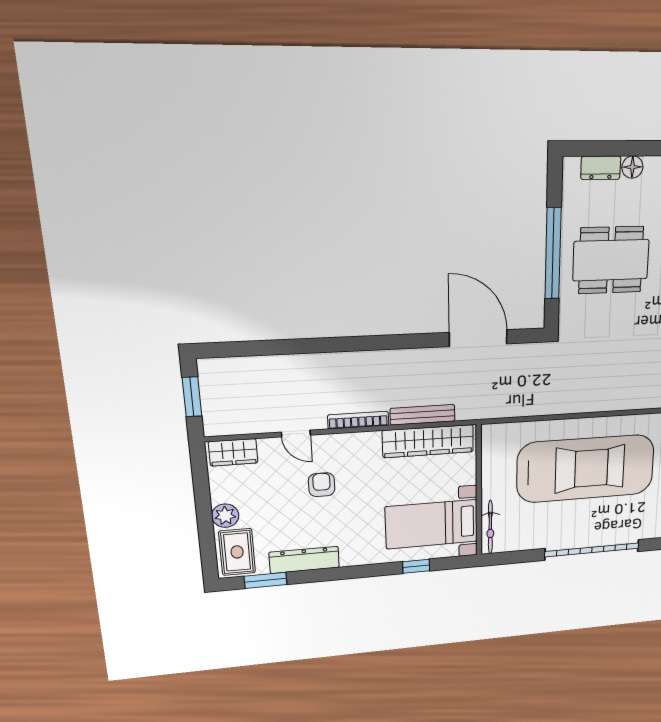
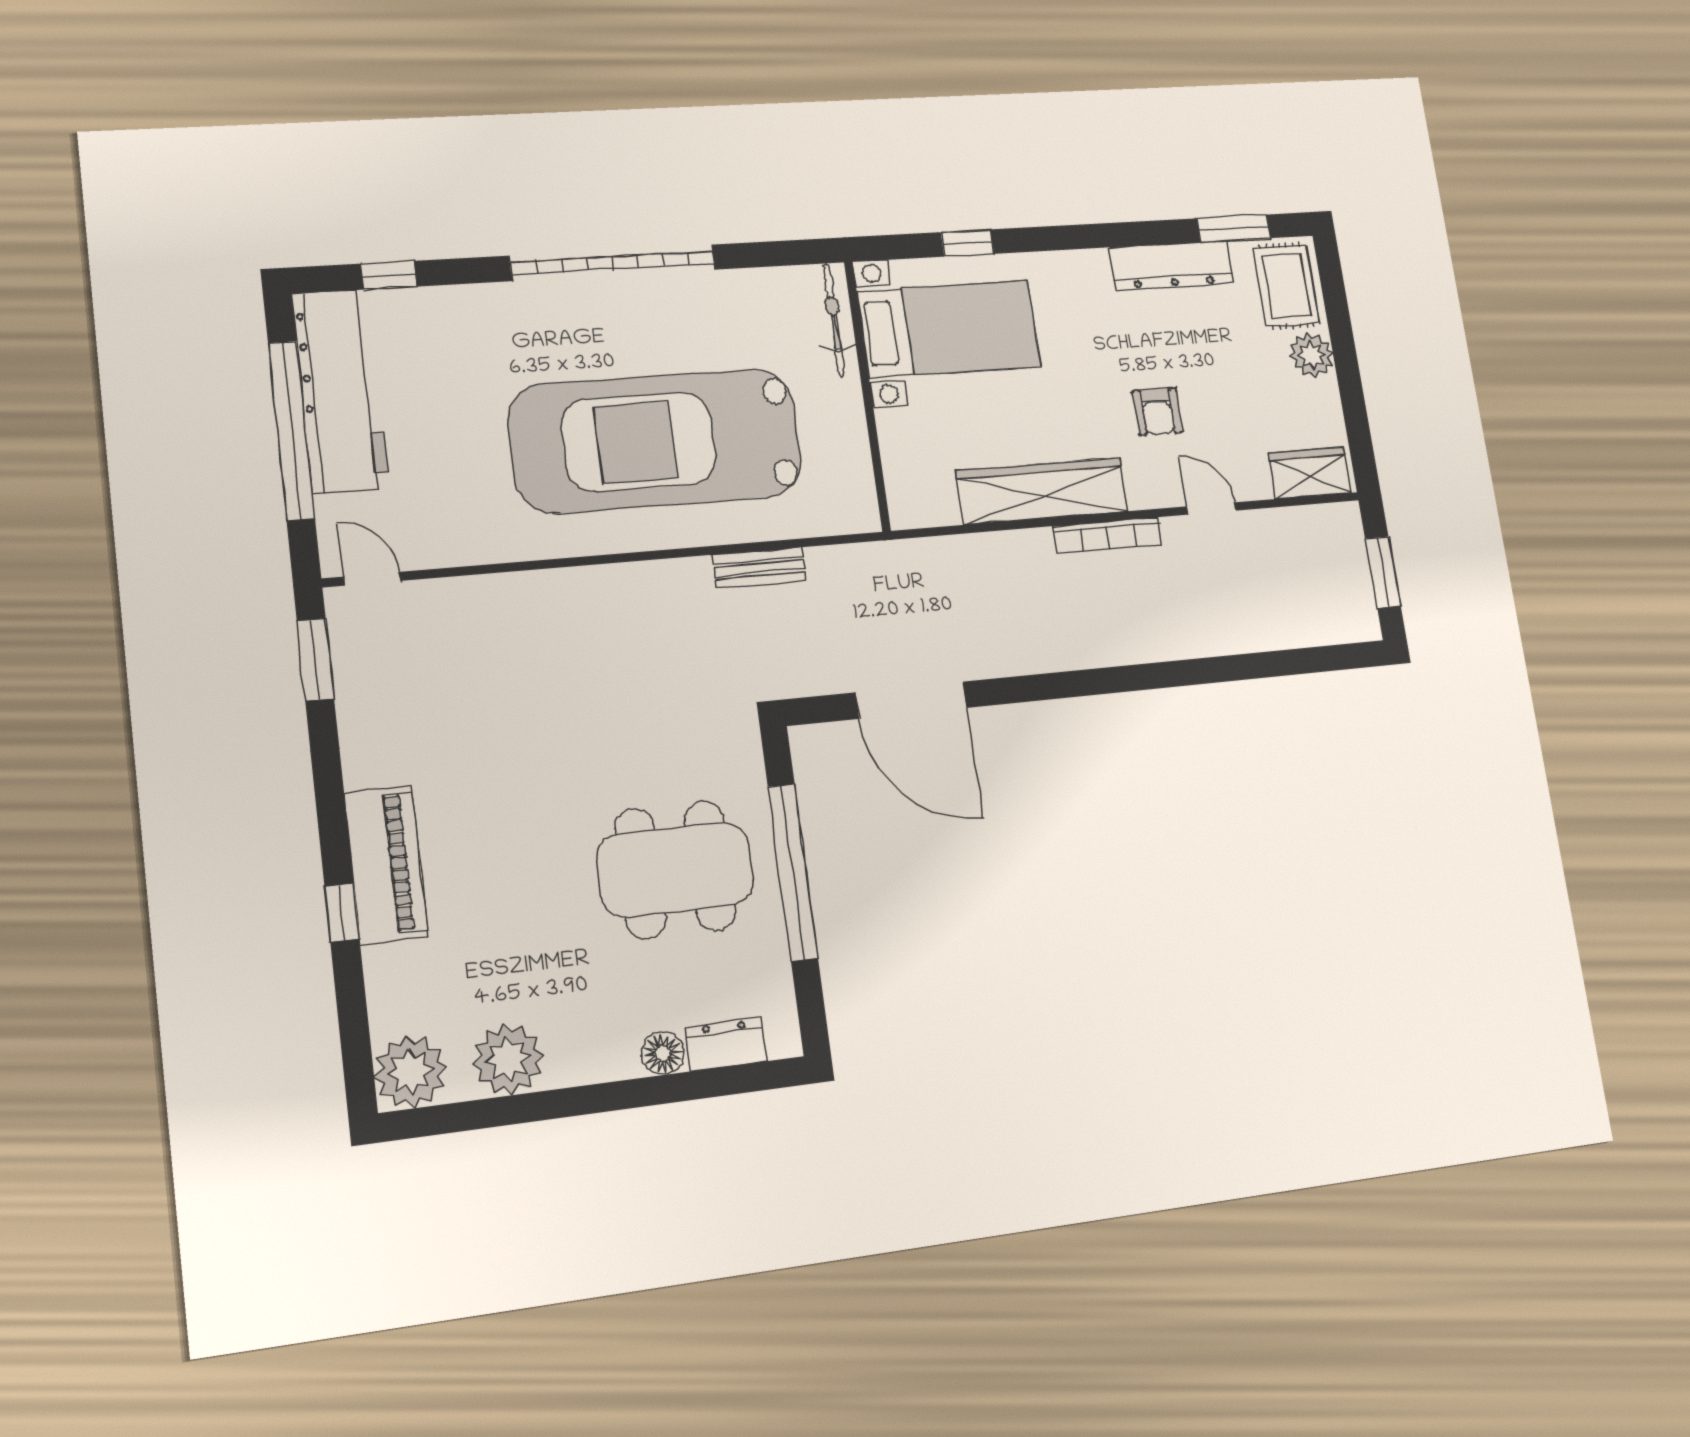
bench: (423, 415) -> (759, 568), moved, width x0.73
wardrobe: (428, 441) -> (1042, 491), moved

